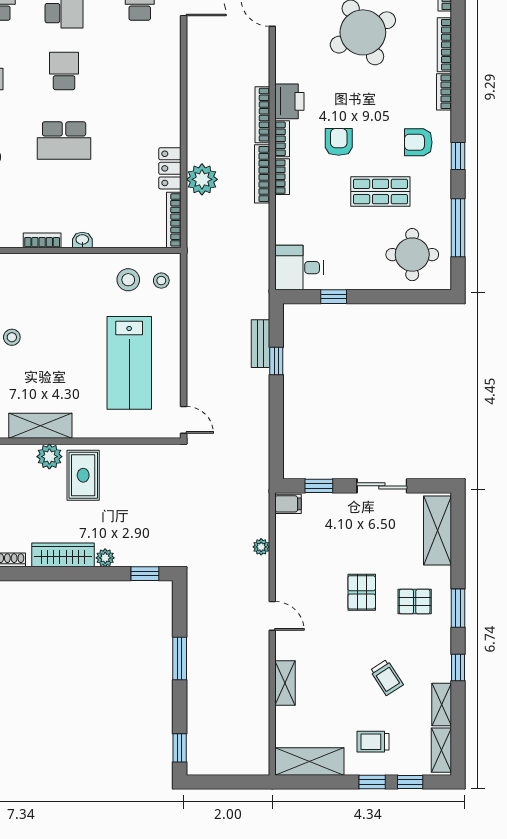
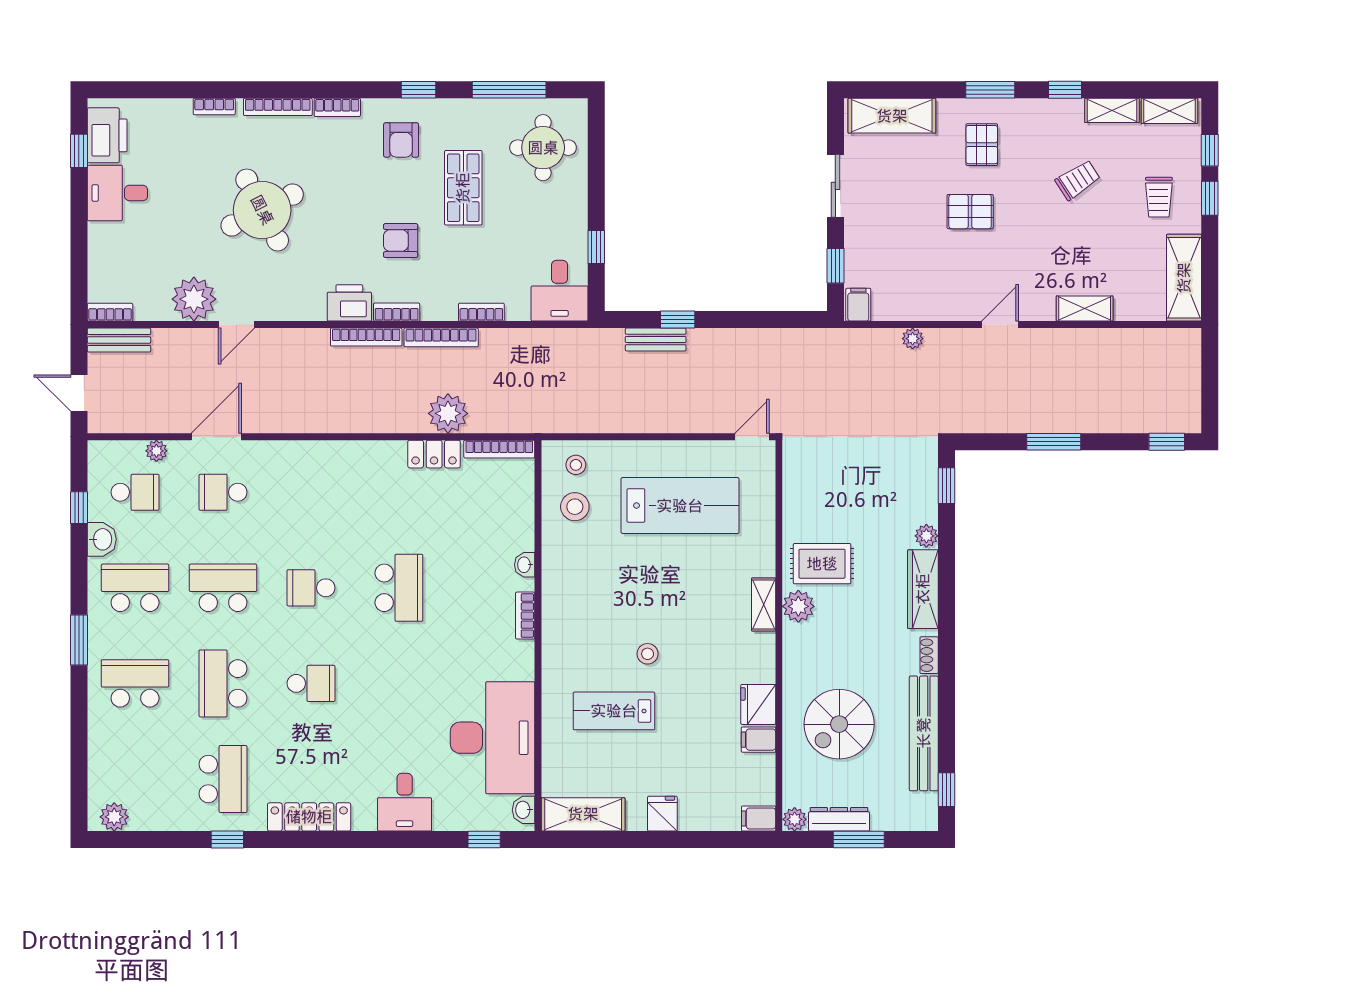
bookcase: (282, 177) -> (481, 312), moved
shelving: (40, 426) -> (764, 605), width x0.67, depth x0.75

